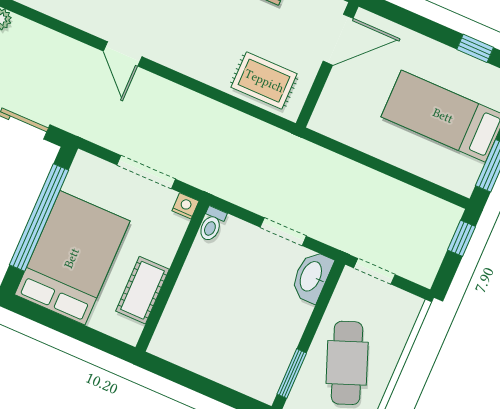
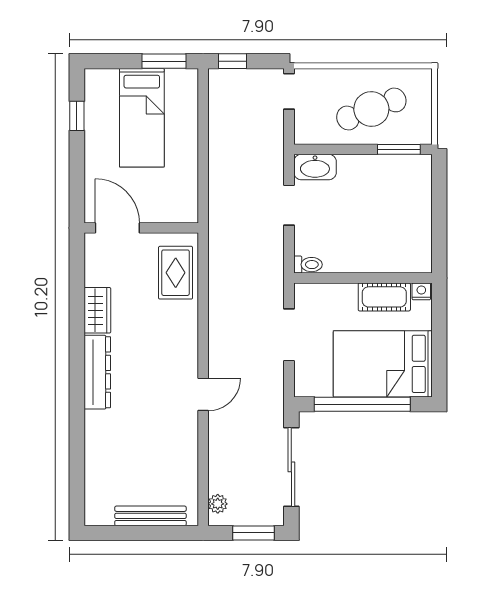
nightstand: (185, 206) -> (421, 291), moved, turned 90
doorway: (374, 271) -> (289, 91), moved

